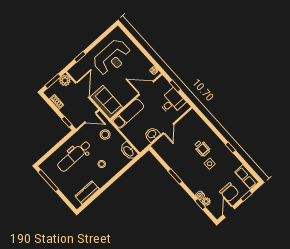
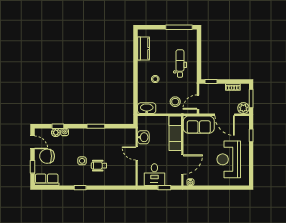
dental chair: (74, 156) -> (180, 64), width x0.73, depth x0.72

